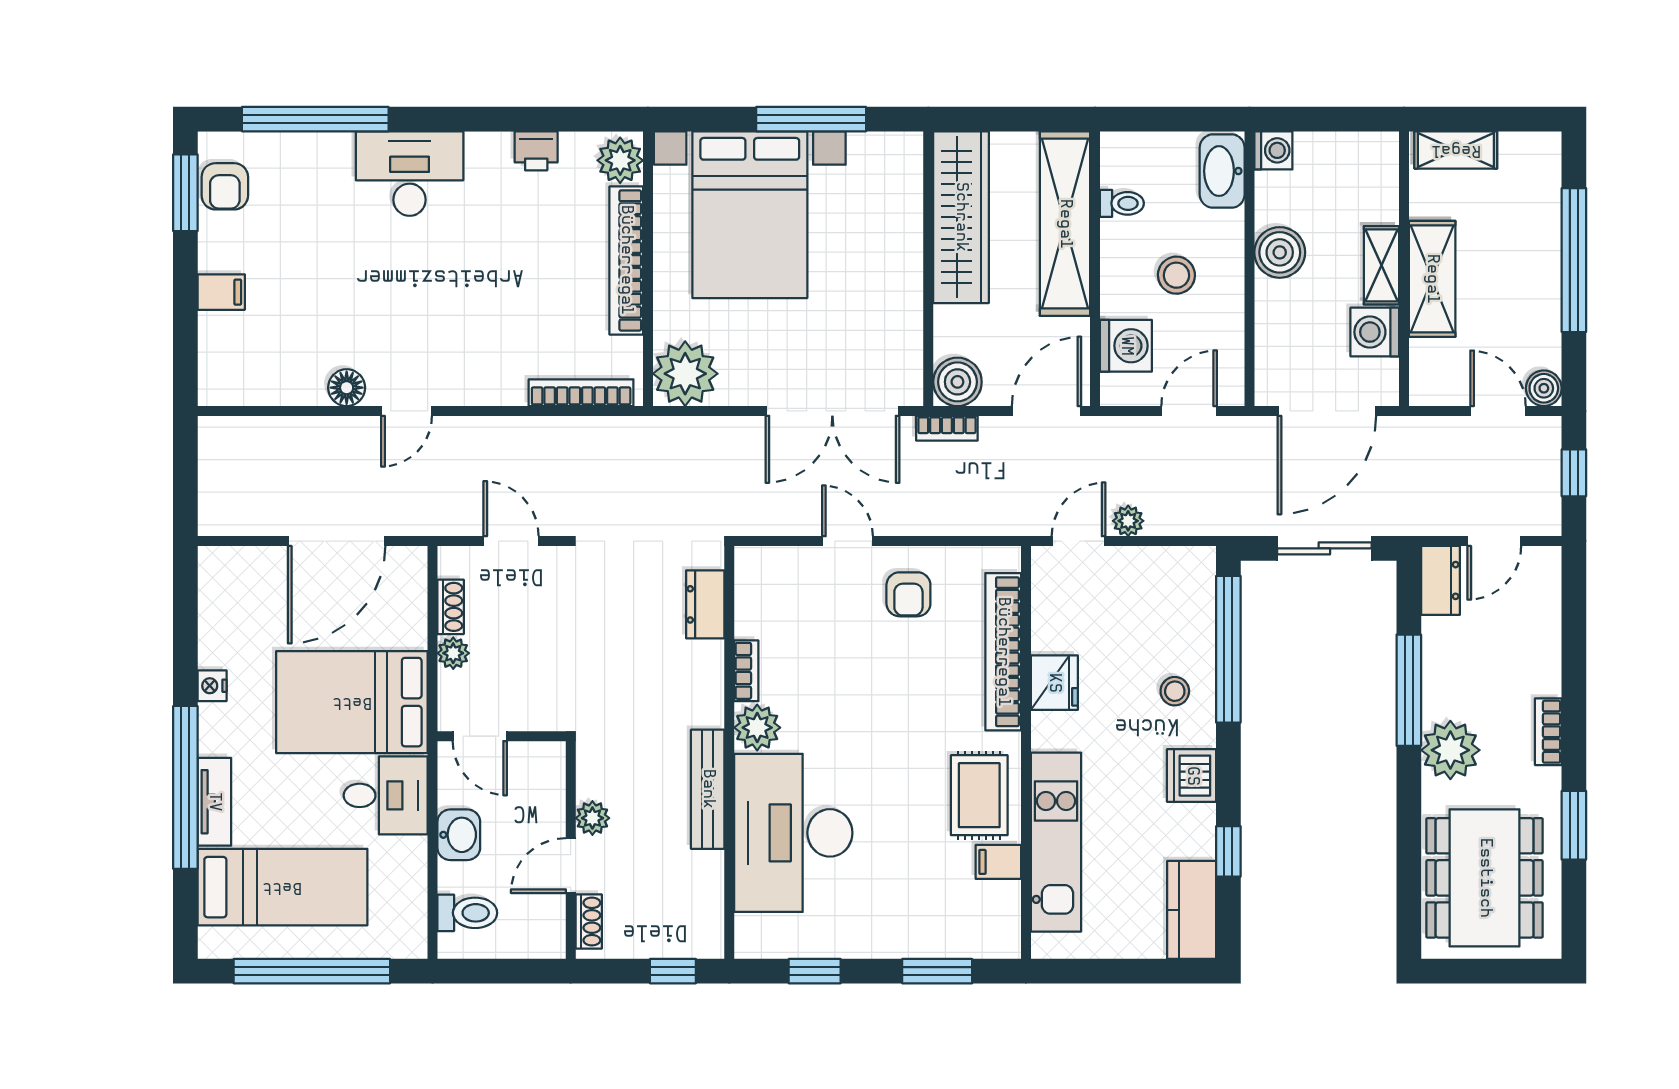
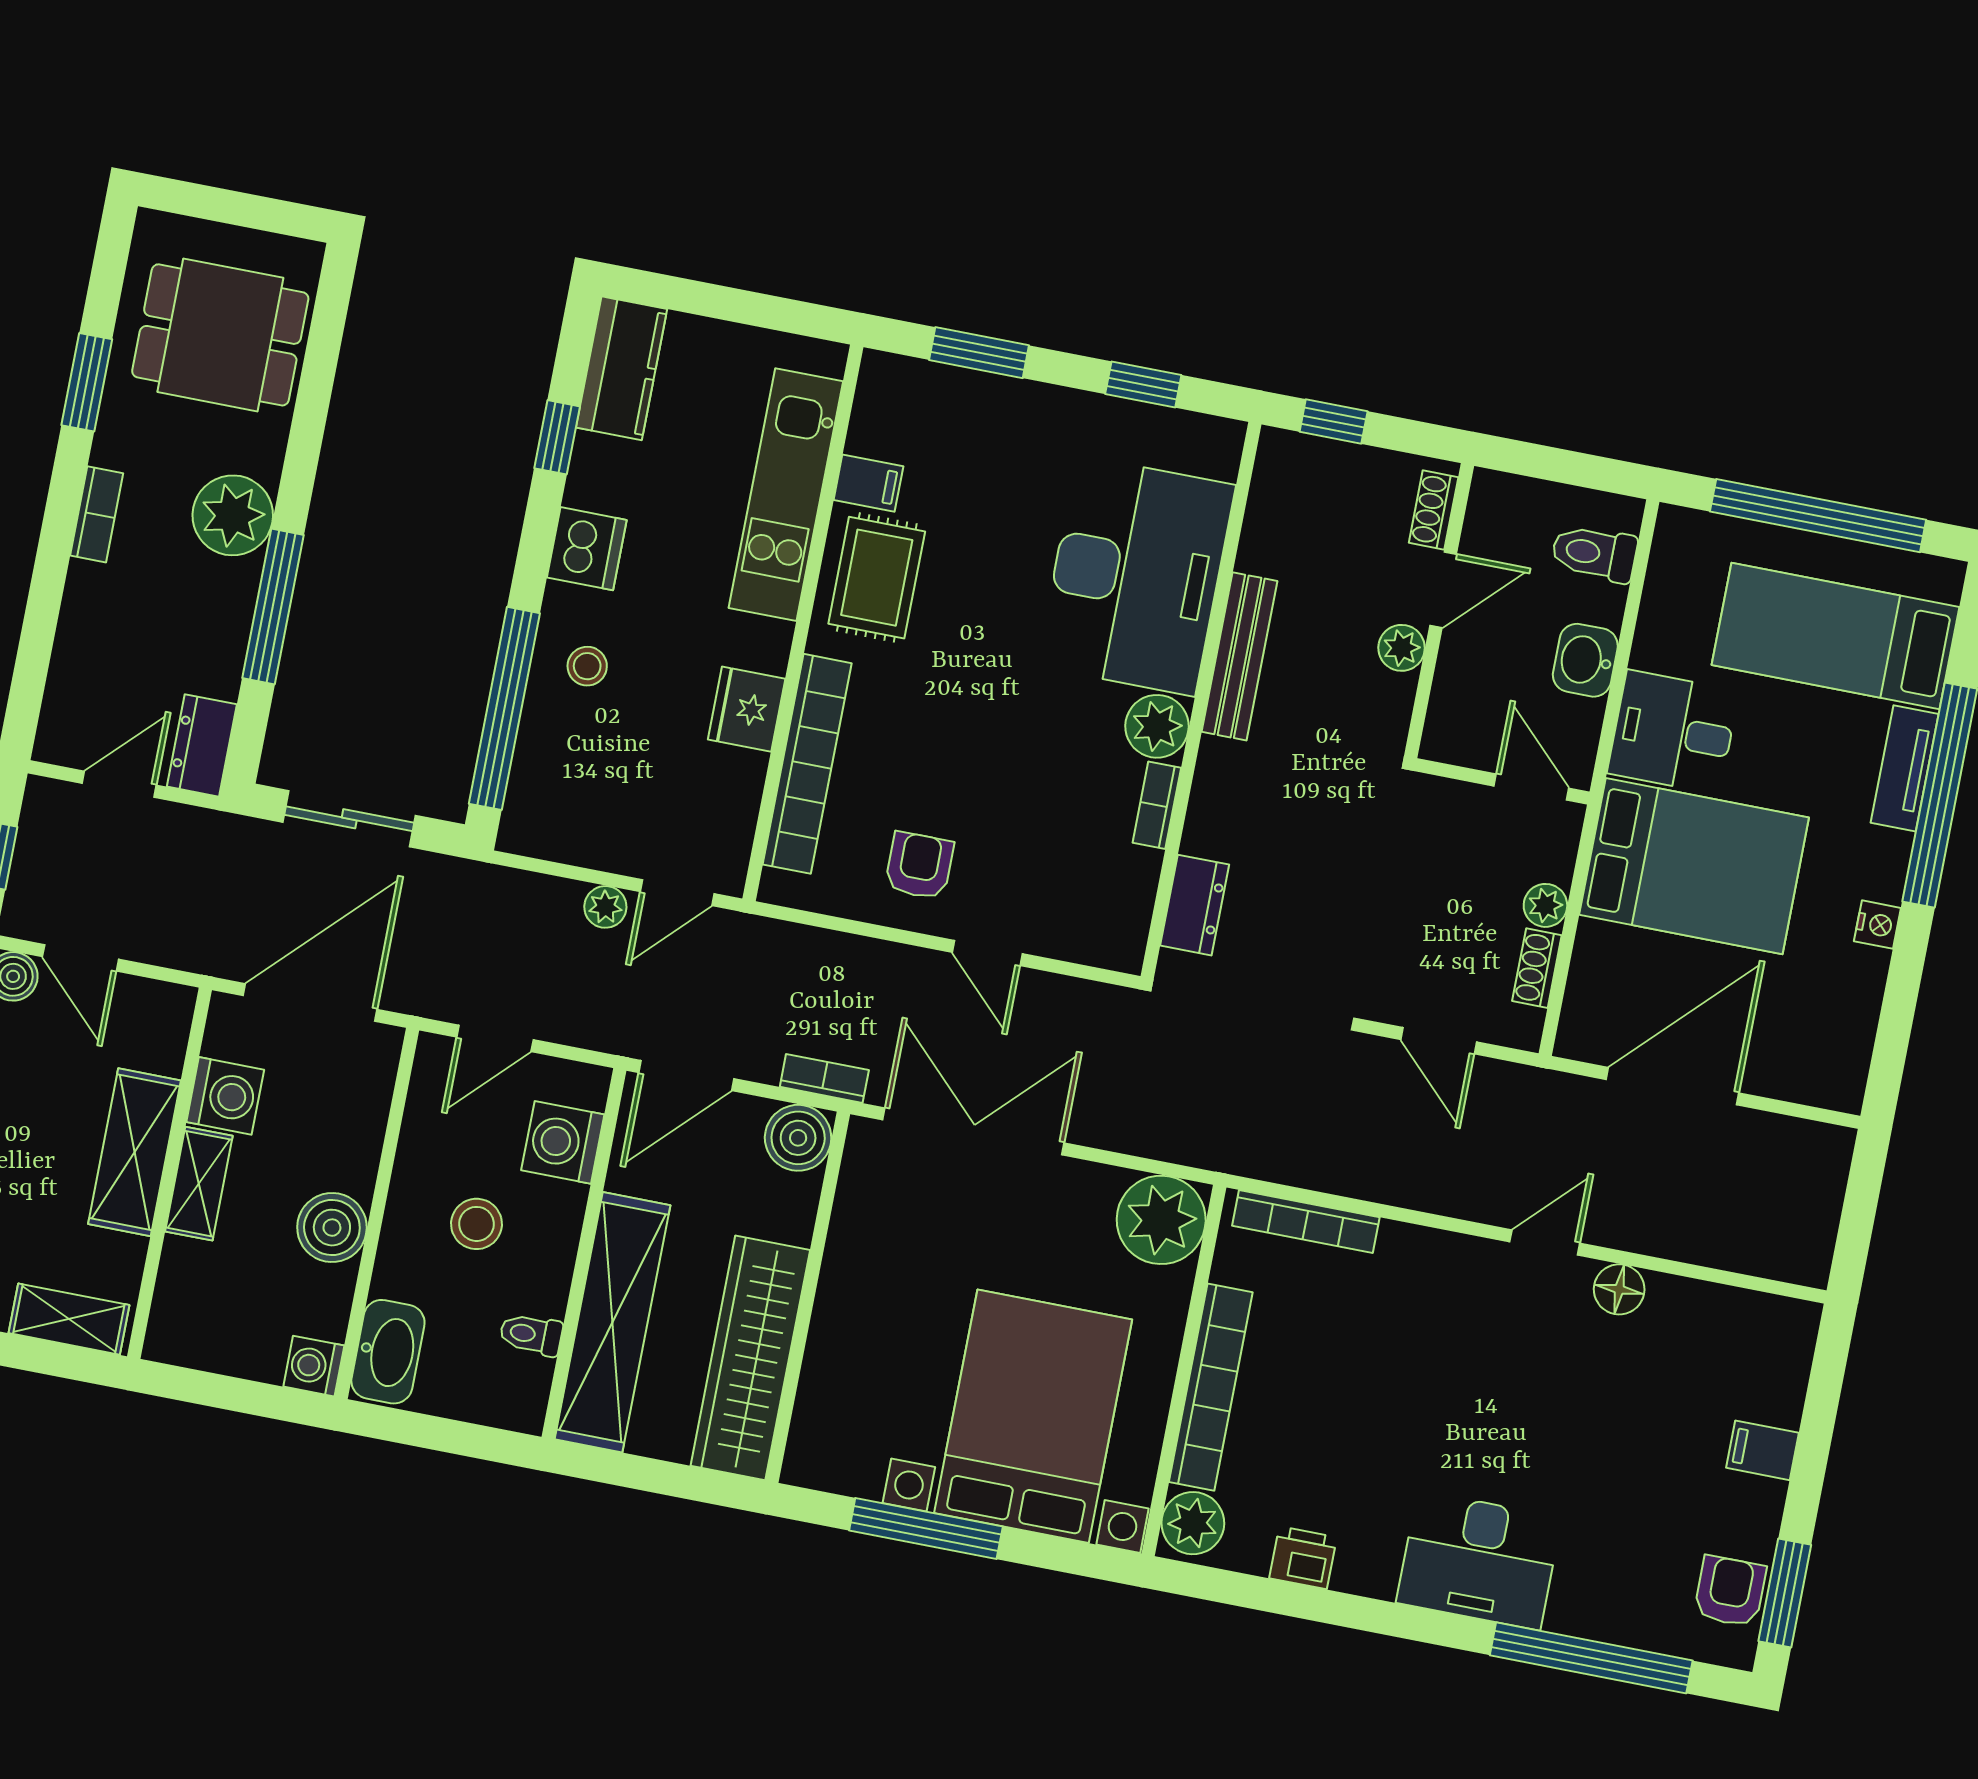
dining table: (1485, 878) -> (220, 335), width x0.73

